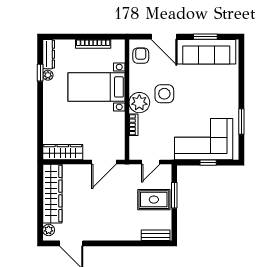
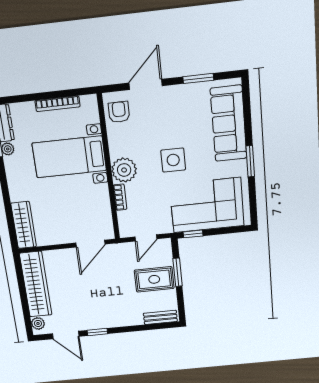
door: (164, 37) -> (146, 84), swing flipped
sofa: (206, 52) -> (229, 124), moved, turned 90
side table: (164, 94) -> (173, 160), moved
window: (241, 122) -> (250, 161), moved
wardrobe: (63, 152) -> (24, 225), moved, turned 90
window: (208, 163) -> (193, 234), moved
window: (99, 243) -> (97, 332), added

